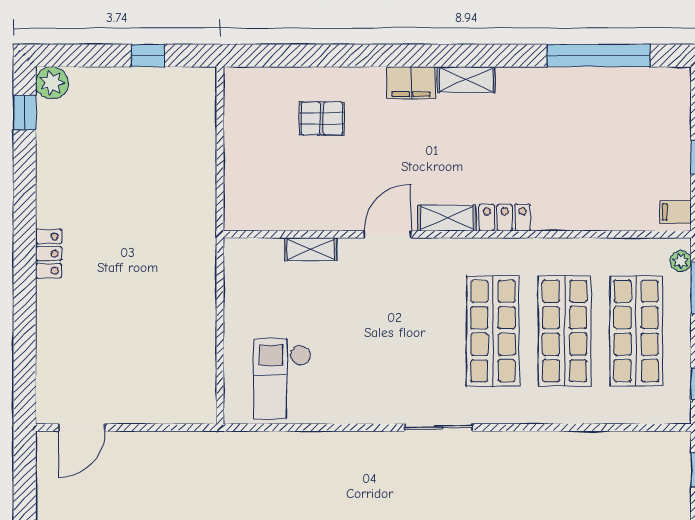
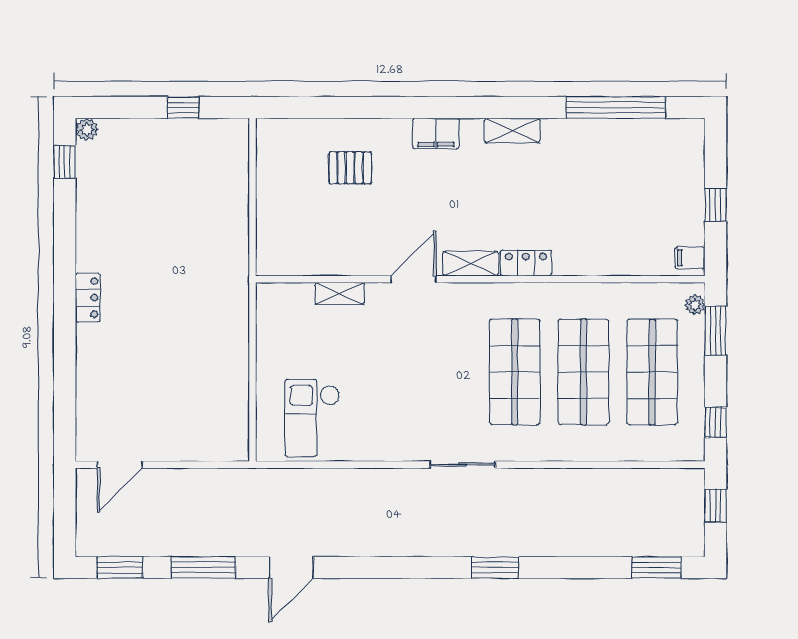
shelving: (466, 80) -> (512, 131), moved
plant: (52, 83) -> (87, 129), width x0.73, depth x0.73

